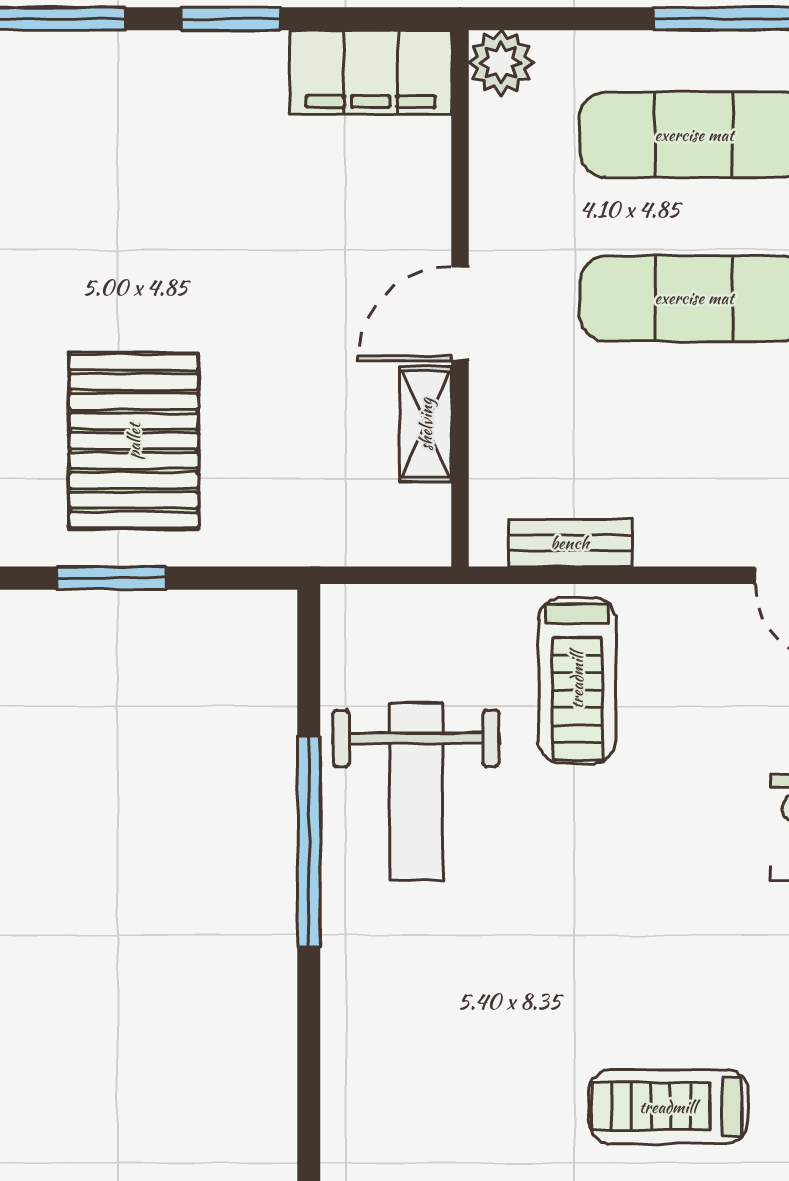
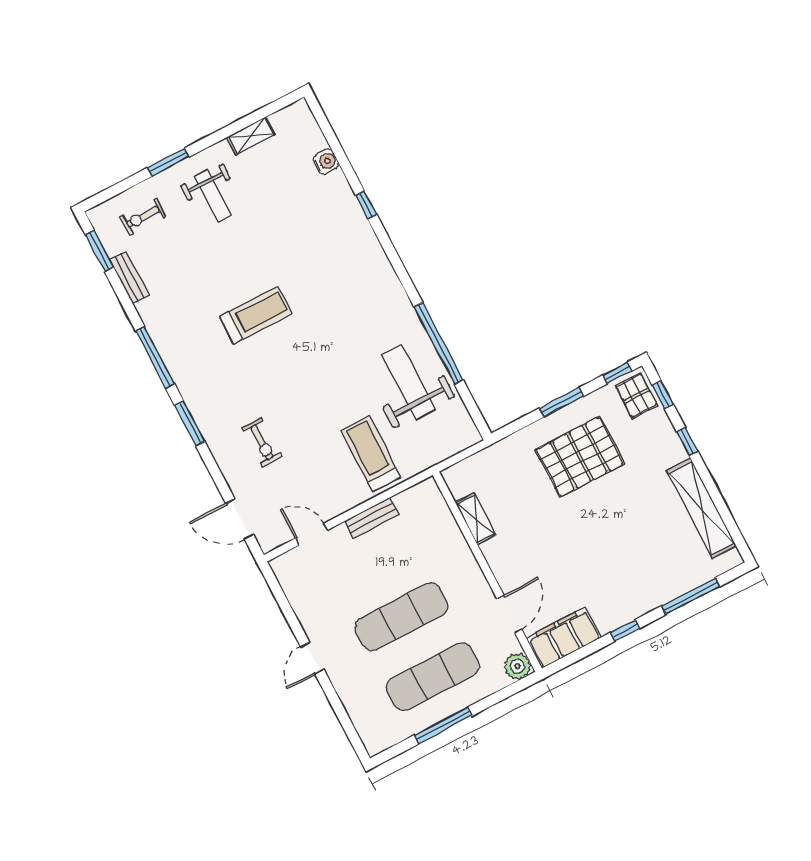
window: (231, 19) -> (625, 630), width x0.67
door: (460, 314) -> (509, 614), moved
pallet: (134, 441) -> (580, 457), turned 90
bench: (570, 543) -> (371, 518), moved

